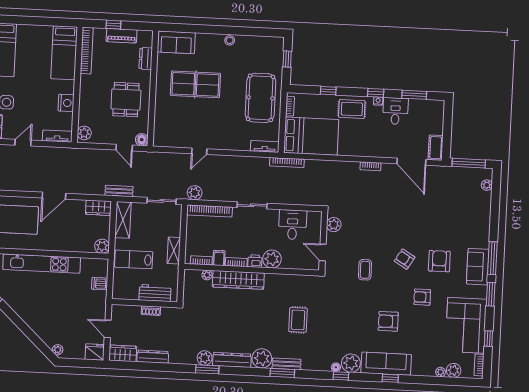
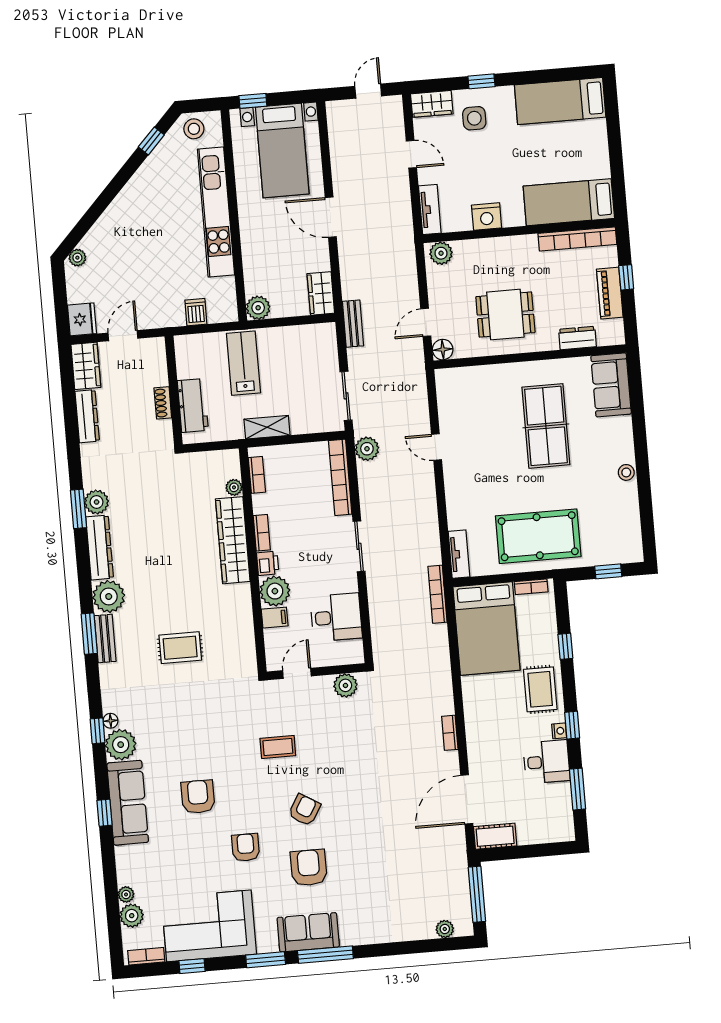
shelving: (123, 220) -> (306, 336), removed
filing cabinet: (219, 258) -> (275, 618), moved
armchair: (439, 261) -> (309, 868), turned -90

